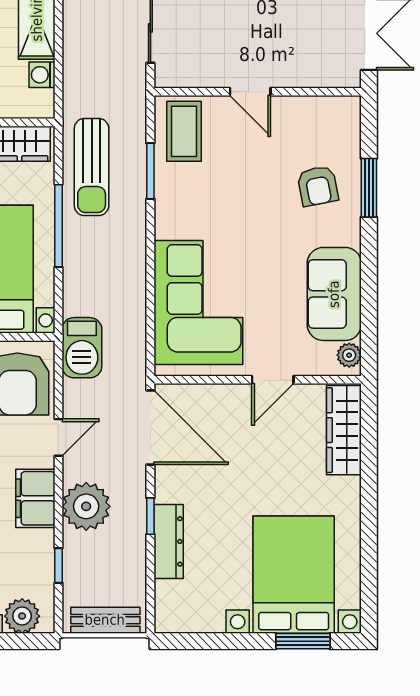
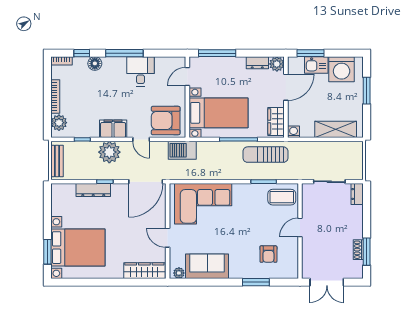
washing machine: (42, 75) -> (294, 132), moved
armchair: (318, 186) -> (268, 254), moved, turned -79

